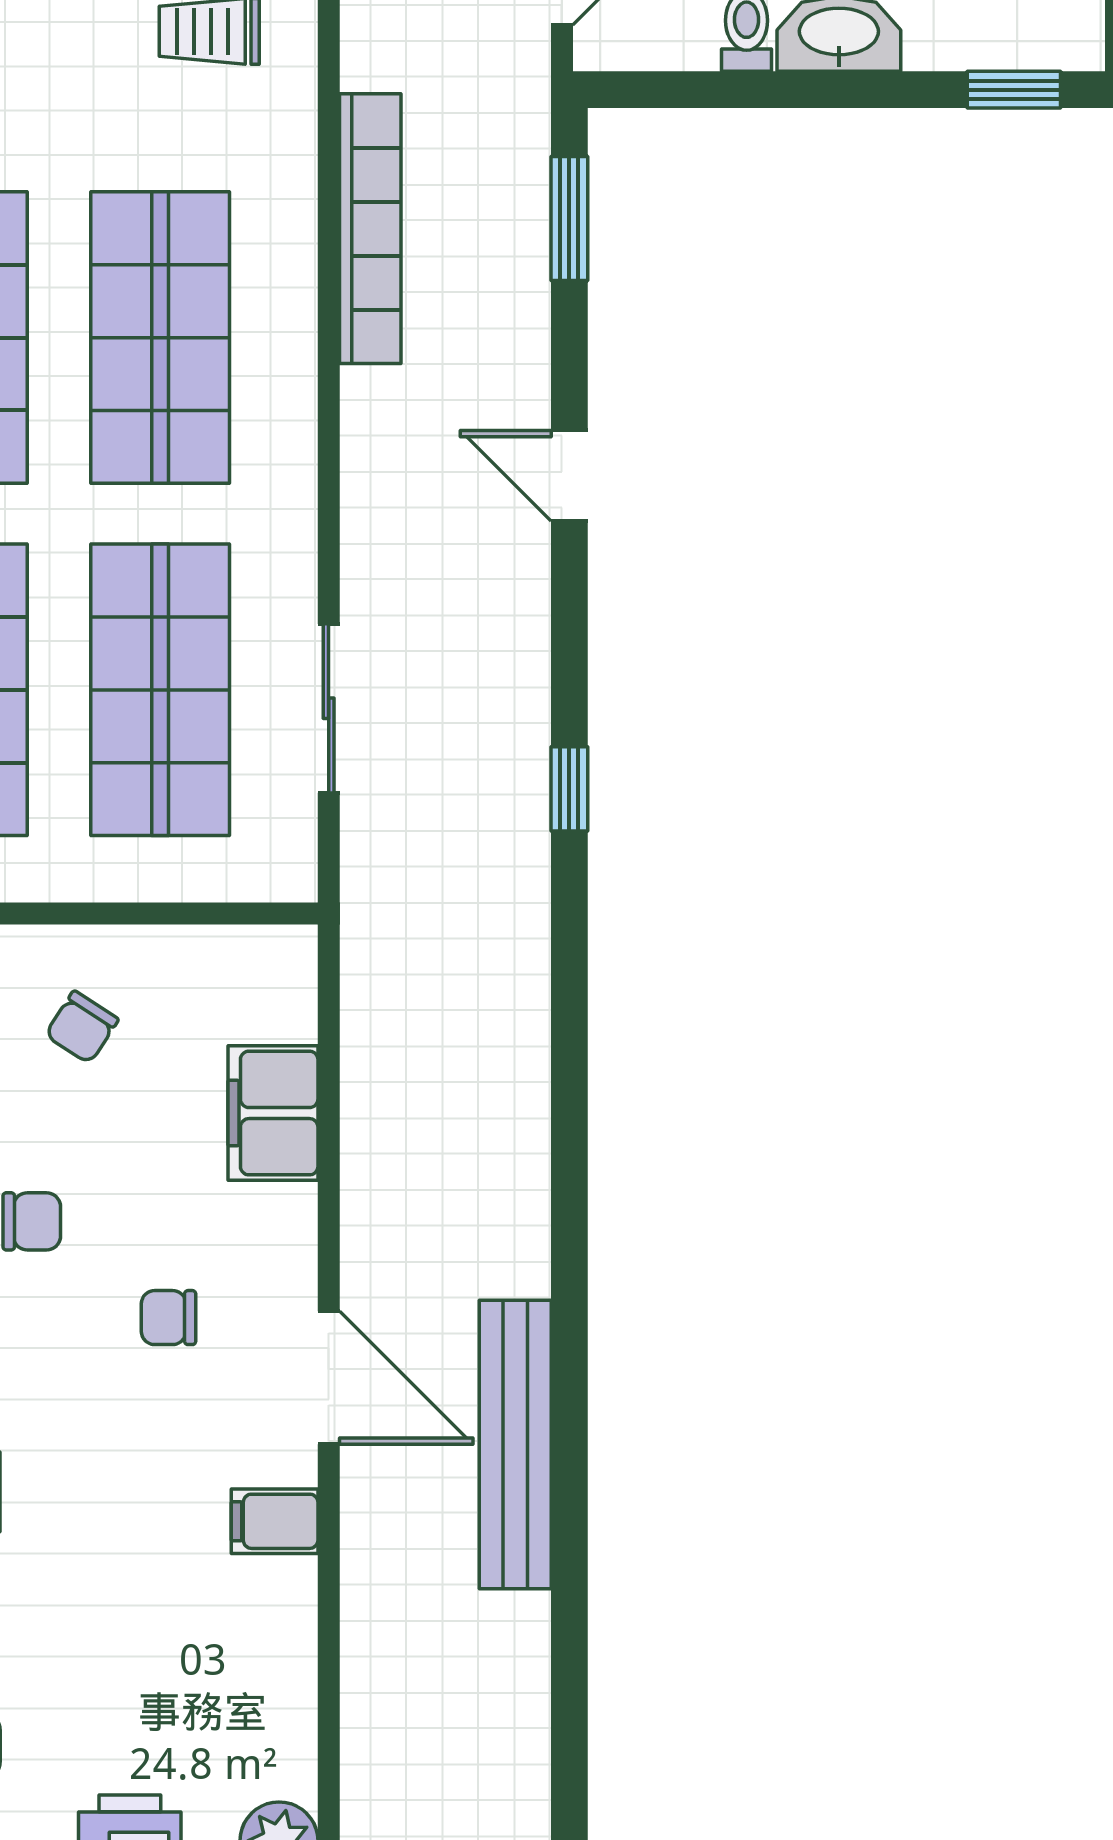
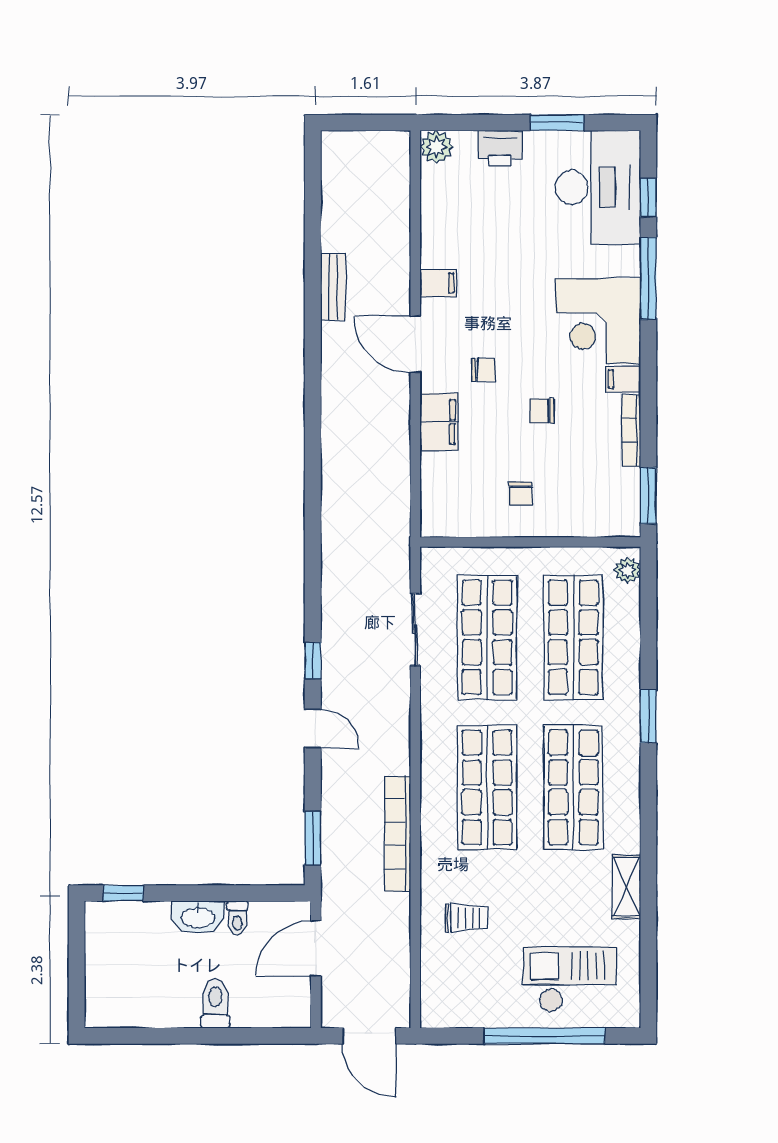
window: (569, 789) -> (313, 661), moved
chair: (82, 1027) -> (521, 494), turned 147
filing cabinet: (273, 1113) -> (439, 422), moved
bench: (515, 1445) -> (333, 287), width x0.54, depth x0.82

